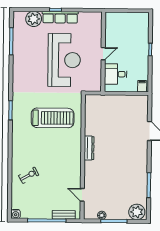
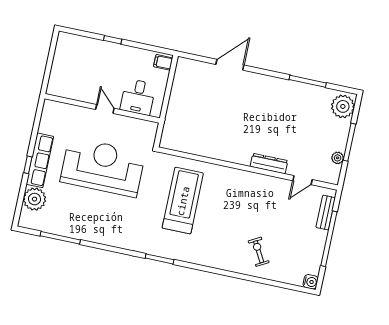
dresser: (89, 148) -> (269, 164), moved

